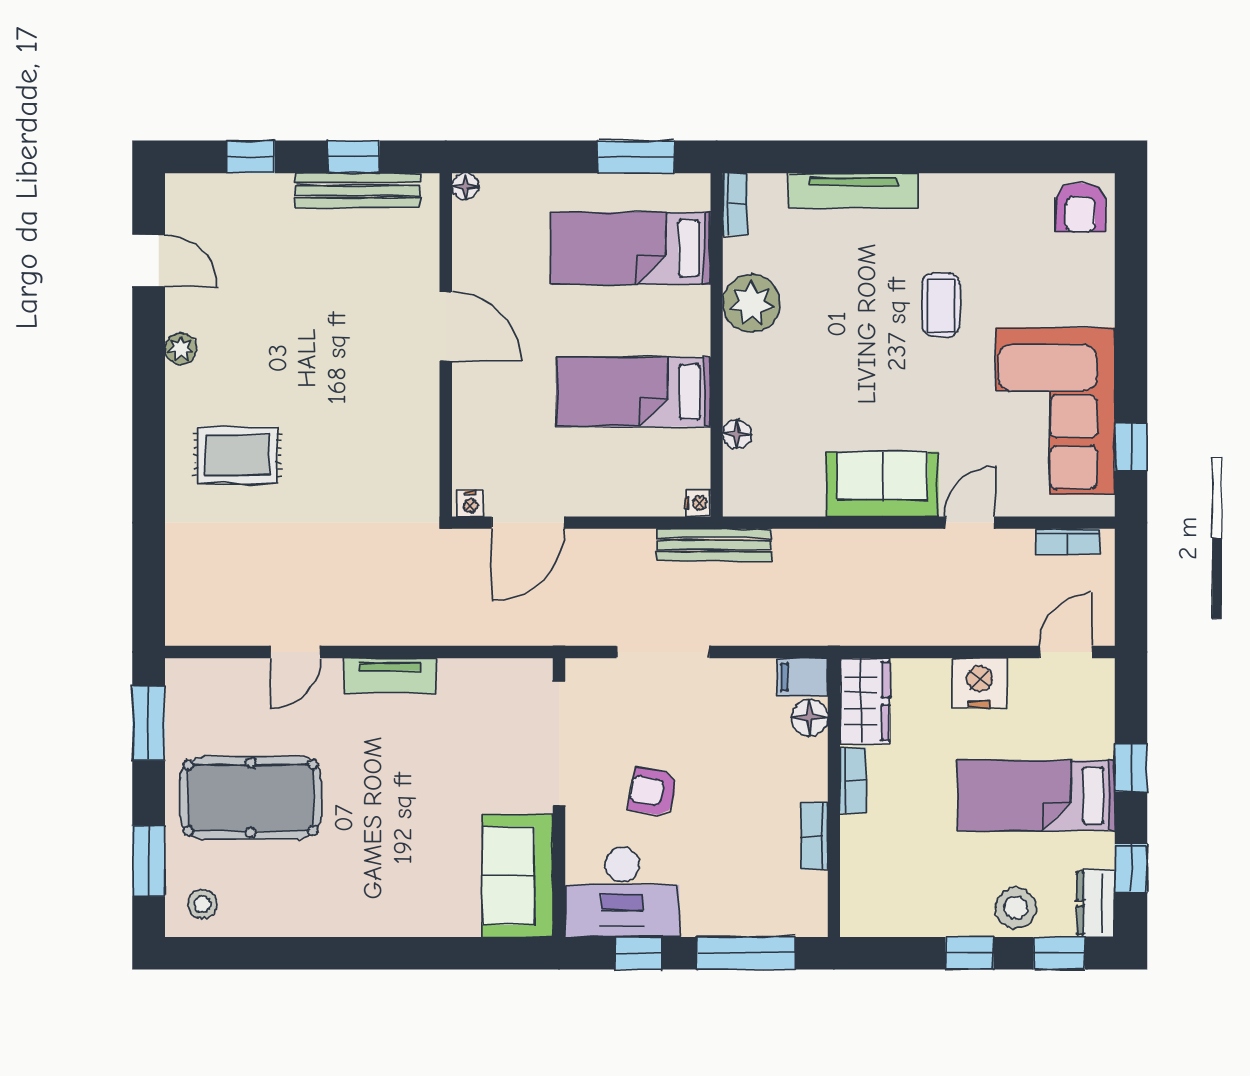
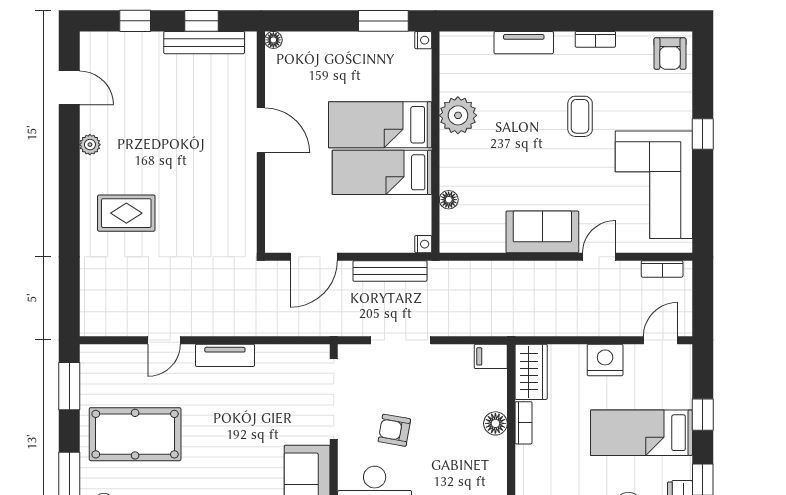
tv unit: (853, 191) -> (524, 43), width x0.71
bookcase: (735, 204) -> (595, 39), moved, turned 90
bed: (631, 248) -> (380, 125), moved
window: (1131, 447) -> (703, 134), moved
nightstand: (470, 504) -> (423, 40), moved, turned -90
bench: (714, 545) -> (390, 271), moved
floor lamp: (810, 718) -> (495, 423), moved
bookcase: (814, 836) -> (499, 459), removed

